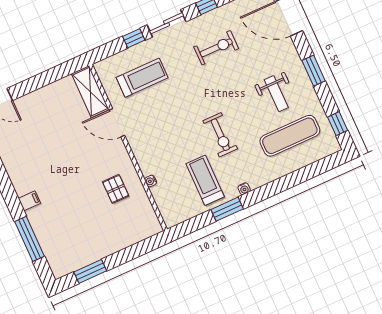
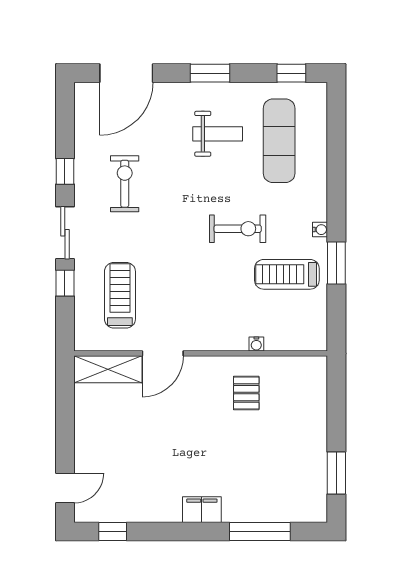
pallet: (116, 189) -> (246, 393), turned 90
filing cabinet: (29, 201) -> (202, 510), width x2.00

